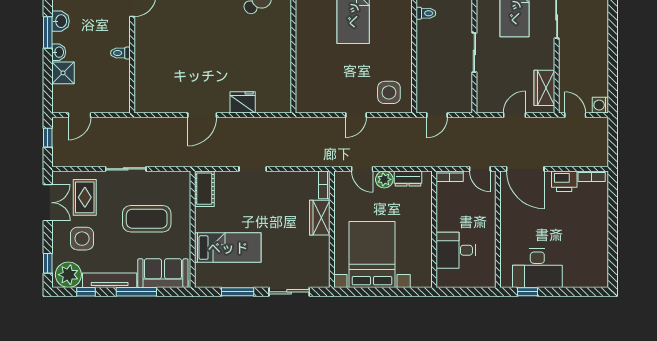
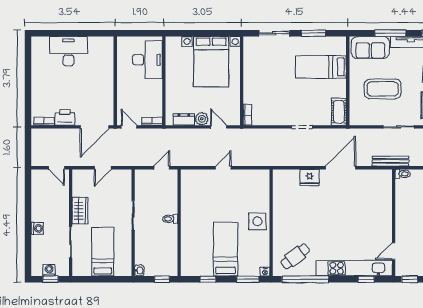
toilet: (426, 13) -> (170, 219), moved
toilet: (120, 53) -> (403, 174), moved
wardrobe: (544, 88) -> (80, 211), moved
side table: (389, 92) -> (257, 221), moved
washing machine: (600, 105) -> (37, 228), moved
door: (202, 115) -> (341, 168), width x1.36
bench: (136, 124) -> (390, 161), added
door: (525, 169) -> (95, 127), swing flipped
wardrobe: (320, 218) -> (251, 90), removed
desk: (456, 250) -> (147, 60), width x1.37
desk: (537, 268) -> (68, 51), moved
window: (528, 292) -> (93, 33), removed

